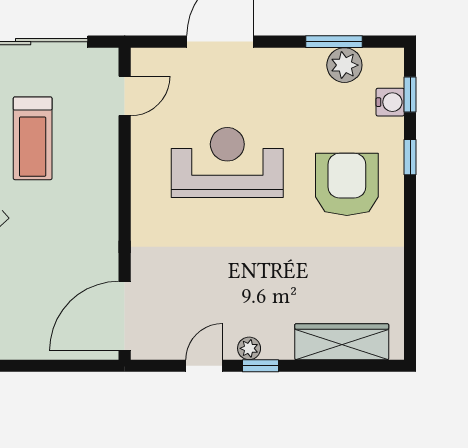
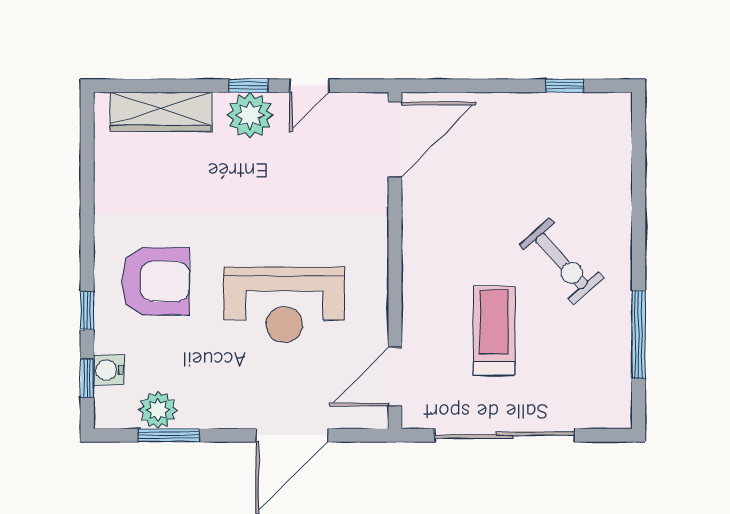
door: (125, 96) -> (395, 377), width x1.38
armchair: (347, 184) -> (155, 281), turned -90
plant: (249, 348) -> (250, 115), width x1.87, depth x1.87

